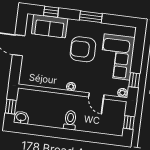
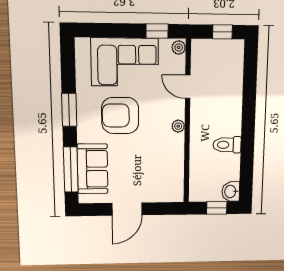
window: (51, 12) -> (71, 170), width x2.17
armchair: (83, 49) -> (120, 116), turned 90
door: (96, 96) -> (188, 87), swing flipped
toilet: (70, 120) -> (227, 145), moved

